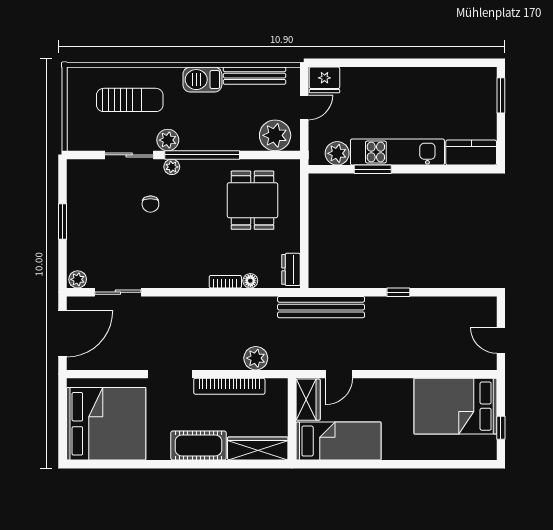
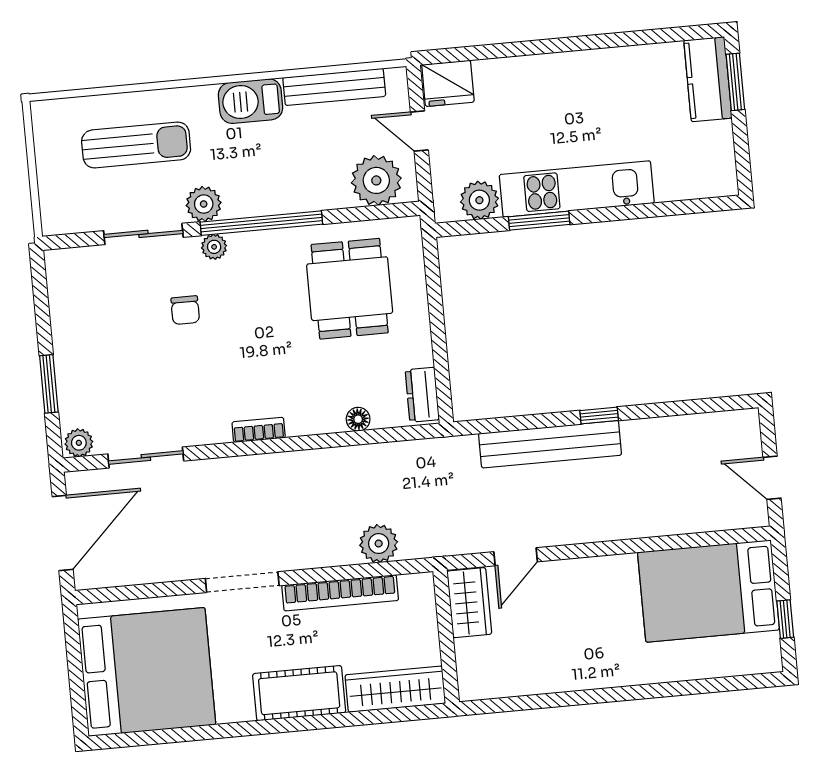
door: (304, 108) -> (419, 131), swing flipped
kitchen counter: (471, 153) -> (708, 79), moved, turned -90
window: (63, 222) -> (49, 384), moved
bookcase: (225, 282) -> (259, 430), moved
bench: (321, 307) -> (550, 444), moved
bed: (338, 441) -> (525, 665), removed

